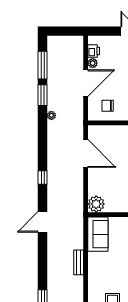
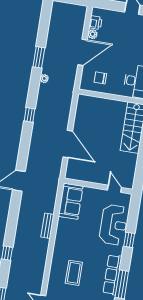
window: (43, 65) -> (44, 28), removed
door: (86, 153) -> (68, 144), moved
window: (43, 177) -> (29, 115), moved
plant: (96, 204) -> (74, 172), removed

